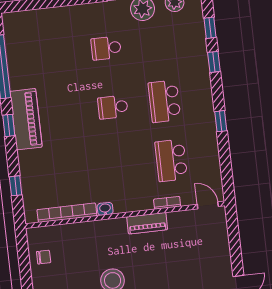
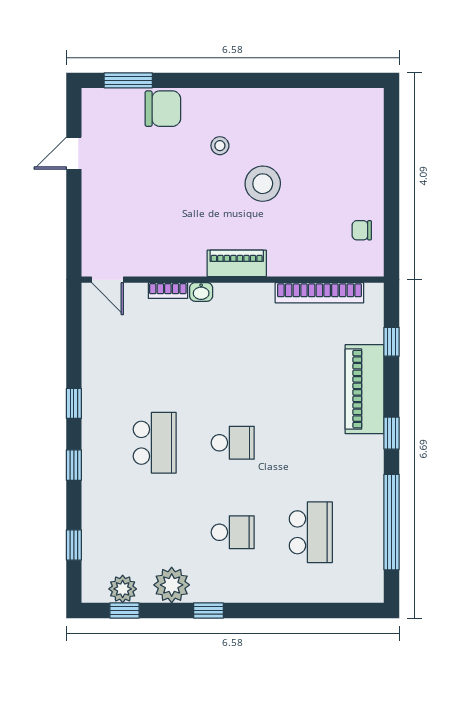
window: (214, 62) -> (74, 465), moved
piano: (26, 119) -> (365, 389), moved
school desk: (171, 160) -> (311, 532), moved
washbasin: (105, 209) -> (201, 292), moved
piano: (147, 223) -> (237, 263), moved

